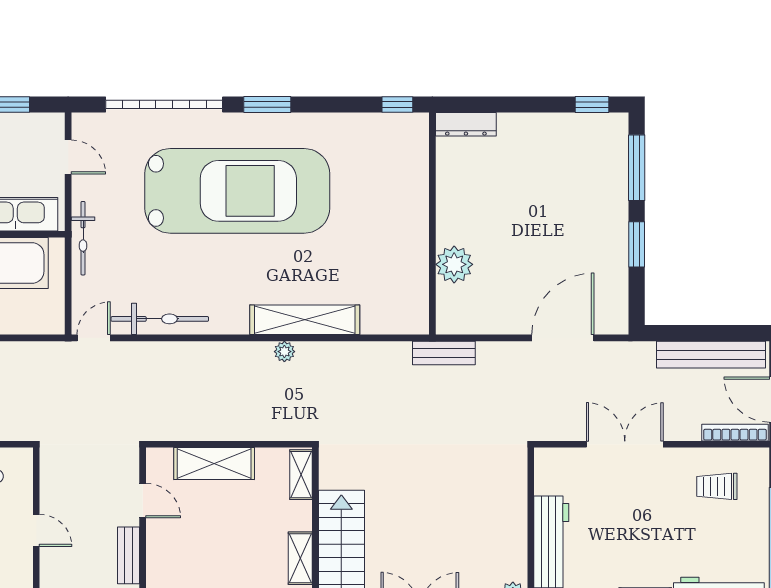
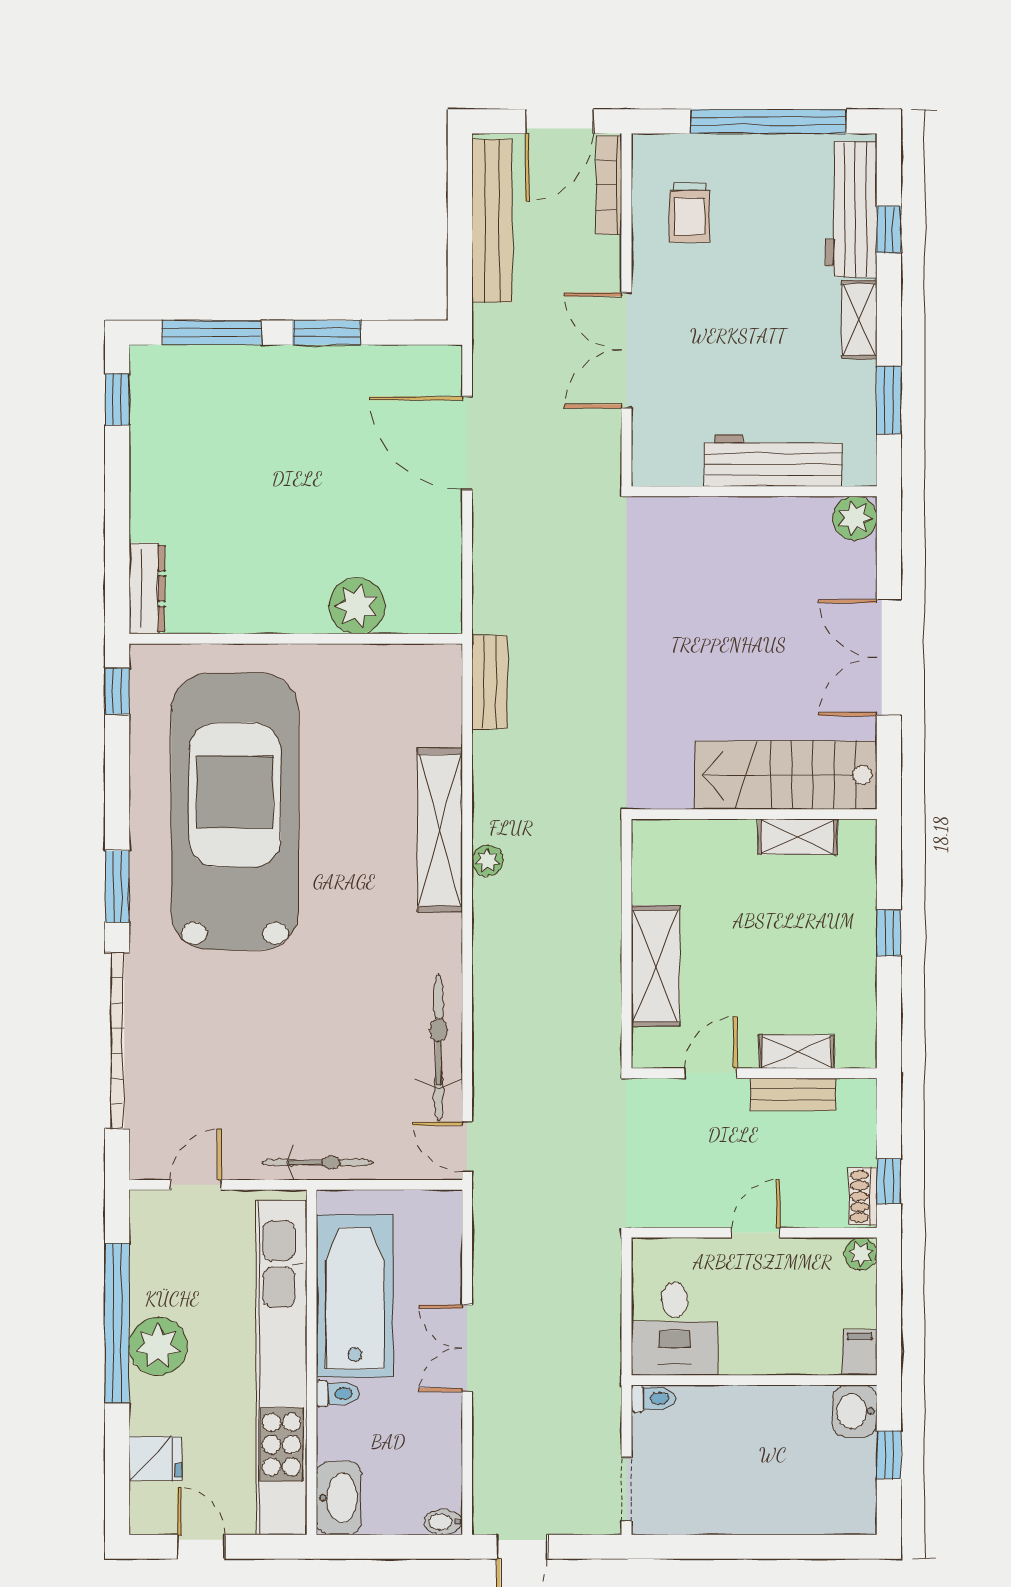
car: (237, 191) -> (235, 811), moved
bench: (444, 353) -> (490, 682), moved
shelving: (301, 475) -> (797, 1052), moved

